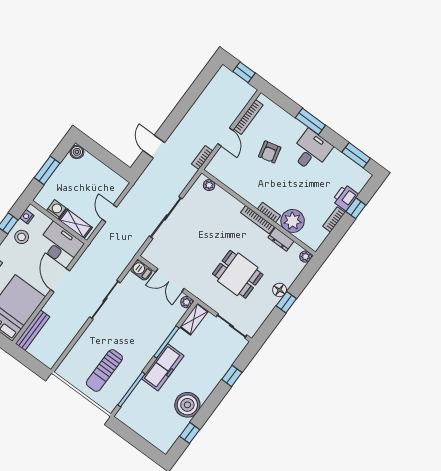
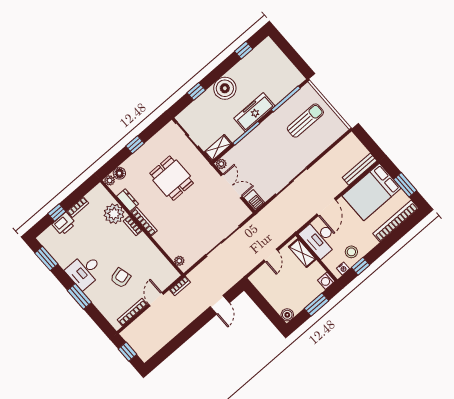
washing machine: (56, 209) -> (326, 281), moved
floor lamp: (280, 290) -> (119, 173), moved
boiler: (187, 405) -> (225, 88), moved

